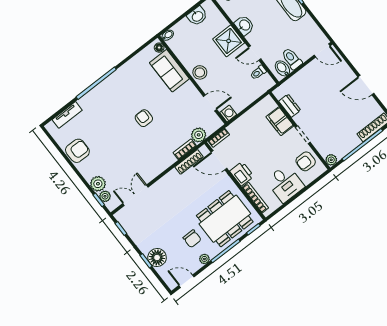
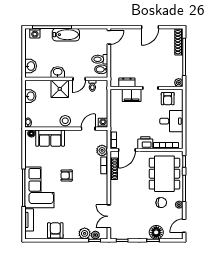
corner sofa: (109, 99) -> (39, 187), added

